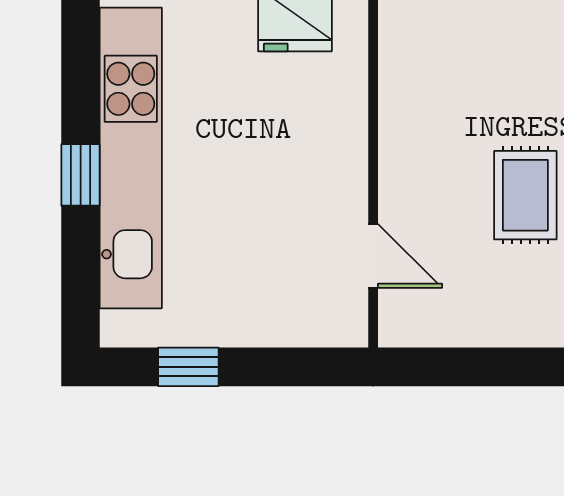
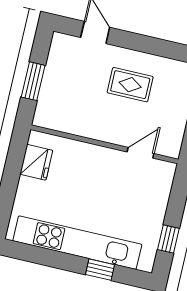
window: (81, 175) -> (100, 270), moved

